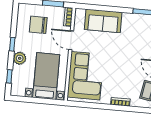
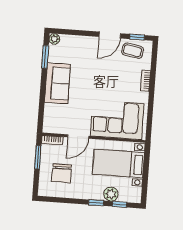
sofa: (103, 21) -> (57, 83), moved
window: (12, 44) -> (96, 203), moved
plant: (20, 58) -> (111, 194), moved

